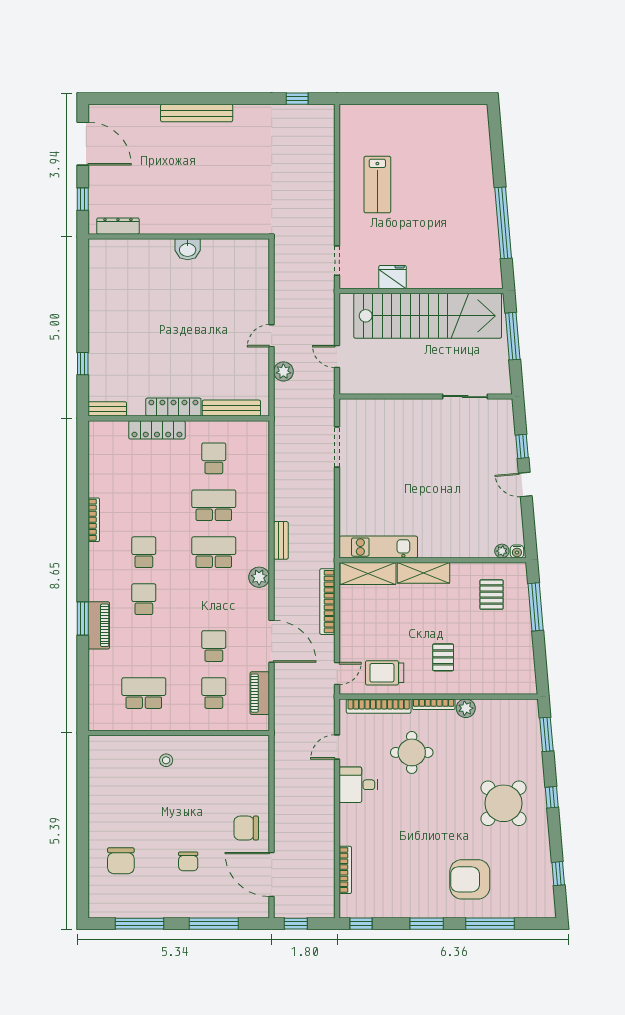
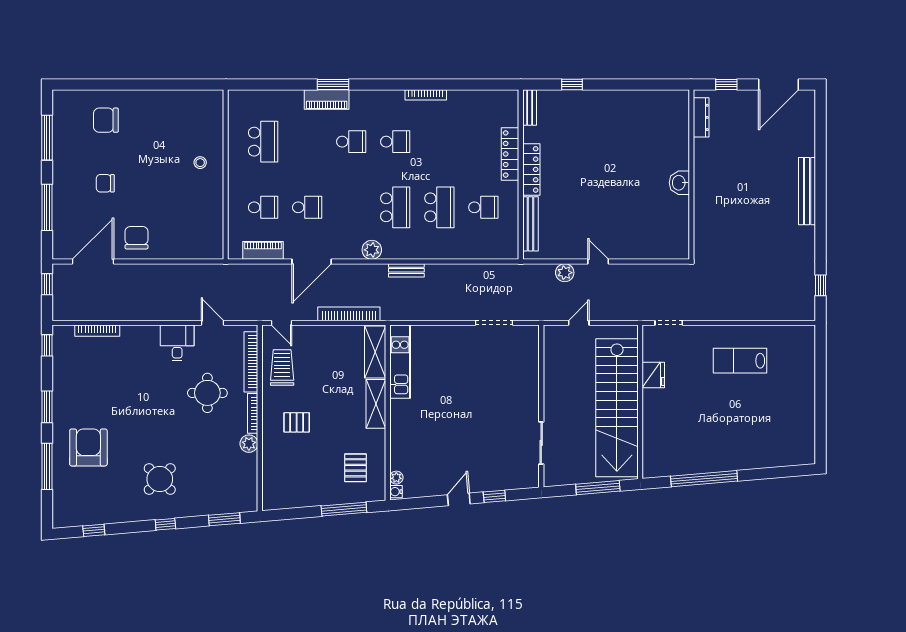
pallet: (492, 595) -> (355, 468), turned 90
round table: (504, 803) -> (160, 479), width x0.73, depth x0.73

